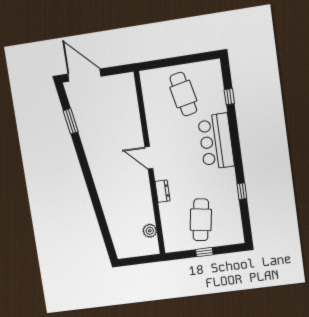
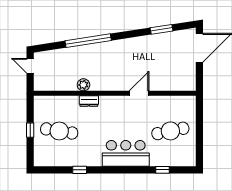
door: (149, 158) -> (139, 93), moved
window: (96, 201) -> (88, 41), added
plant: (150, 231) -> (83, 85), moved
door: (133, 261) -> (30, 66), added

